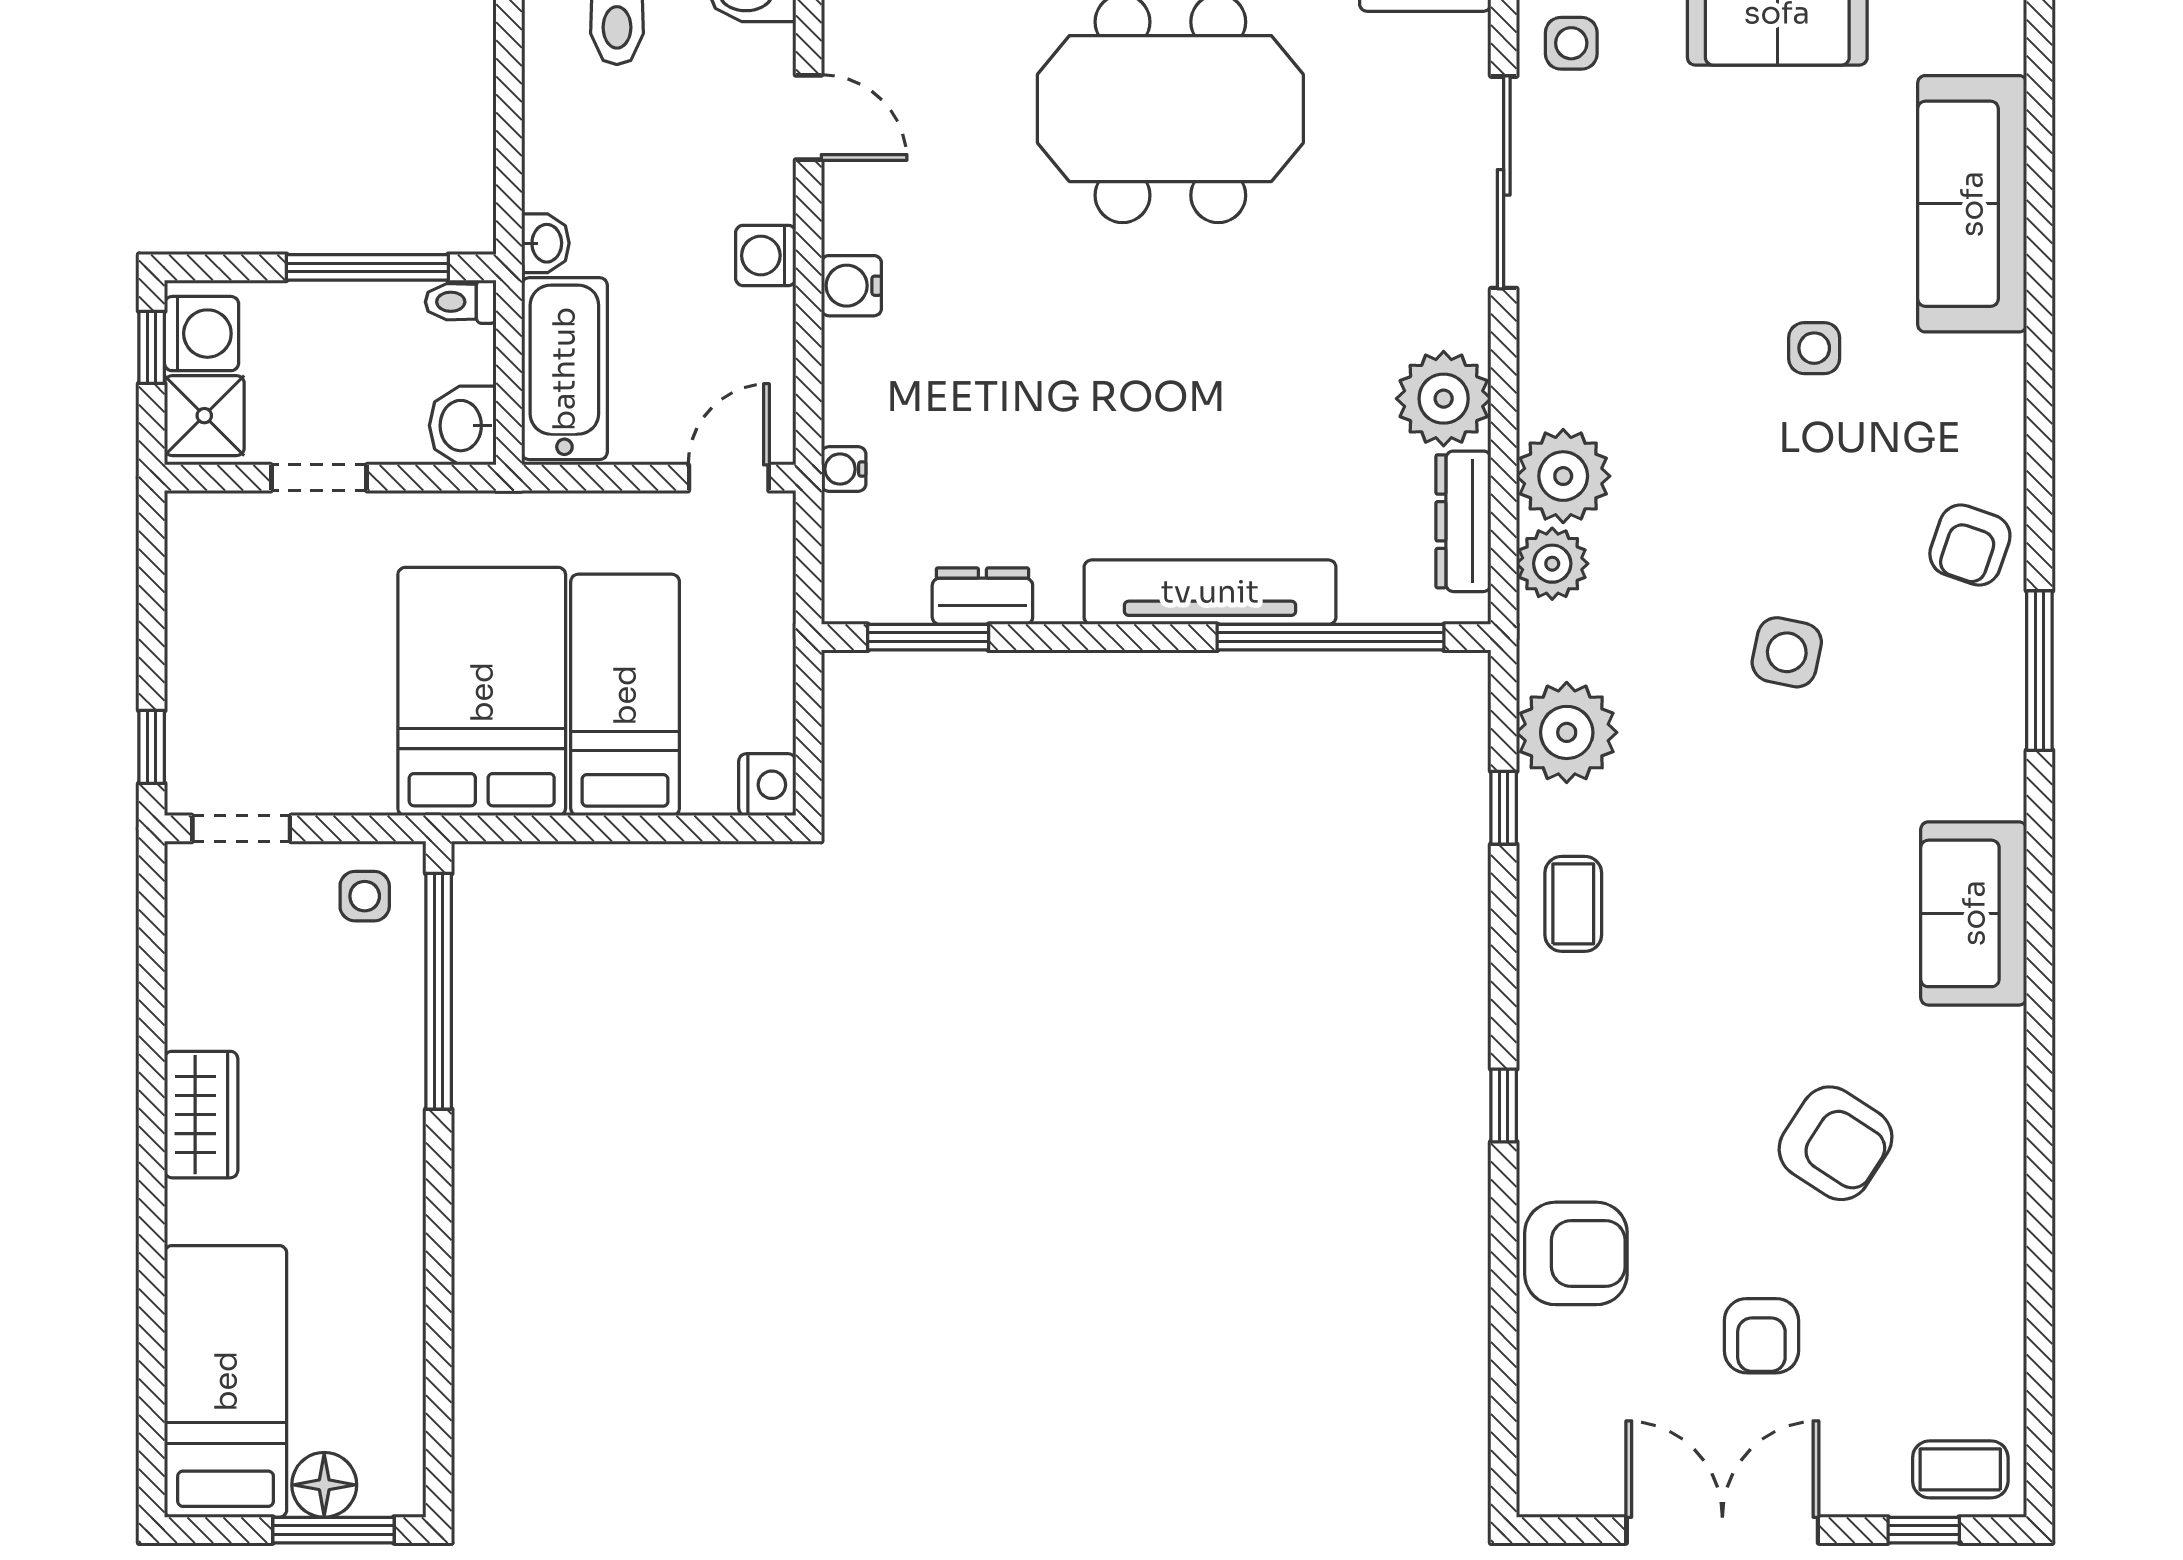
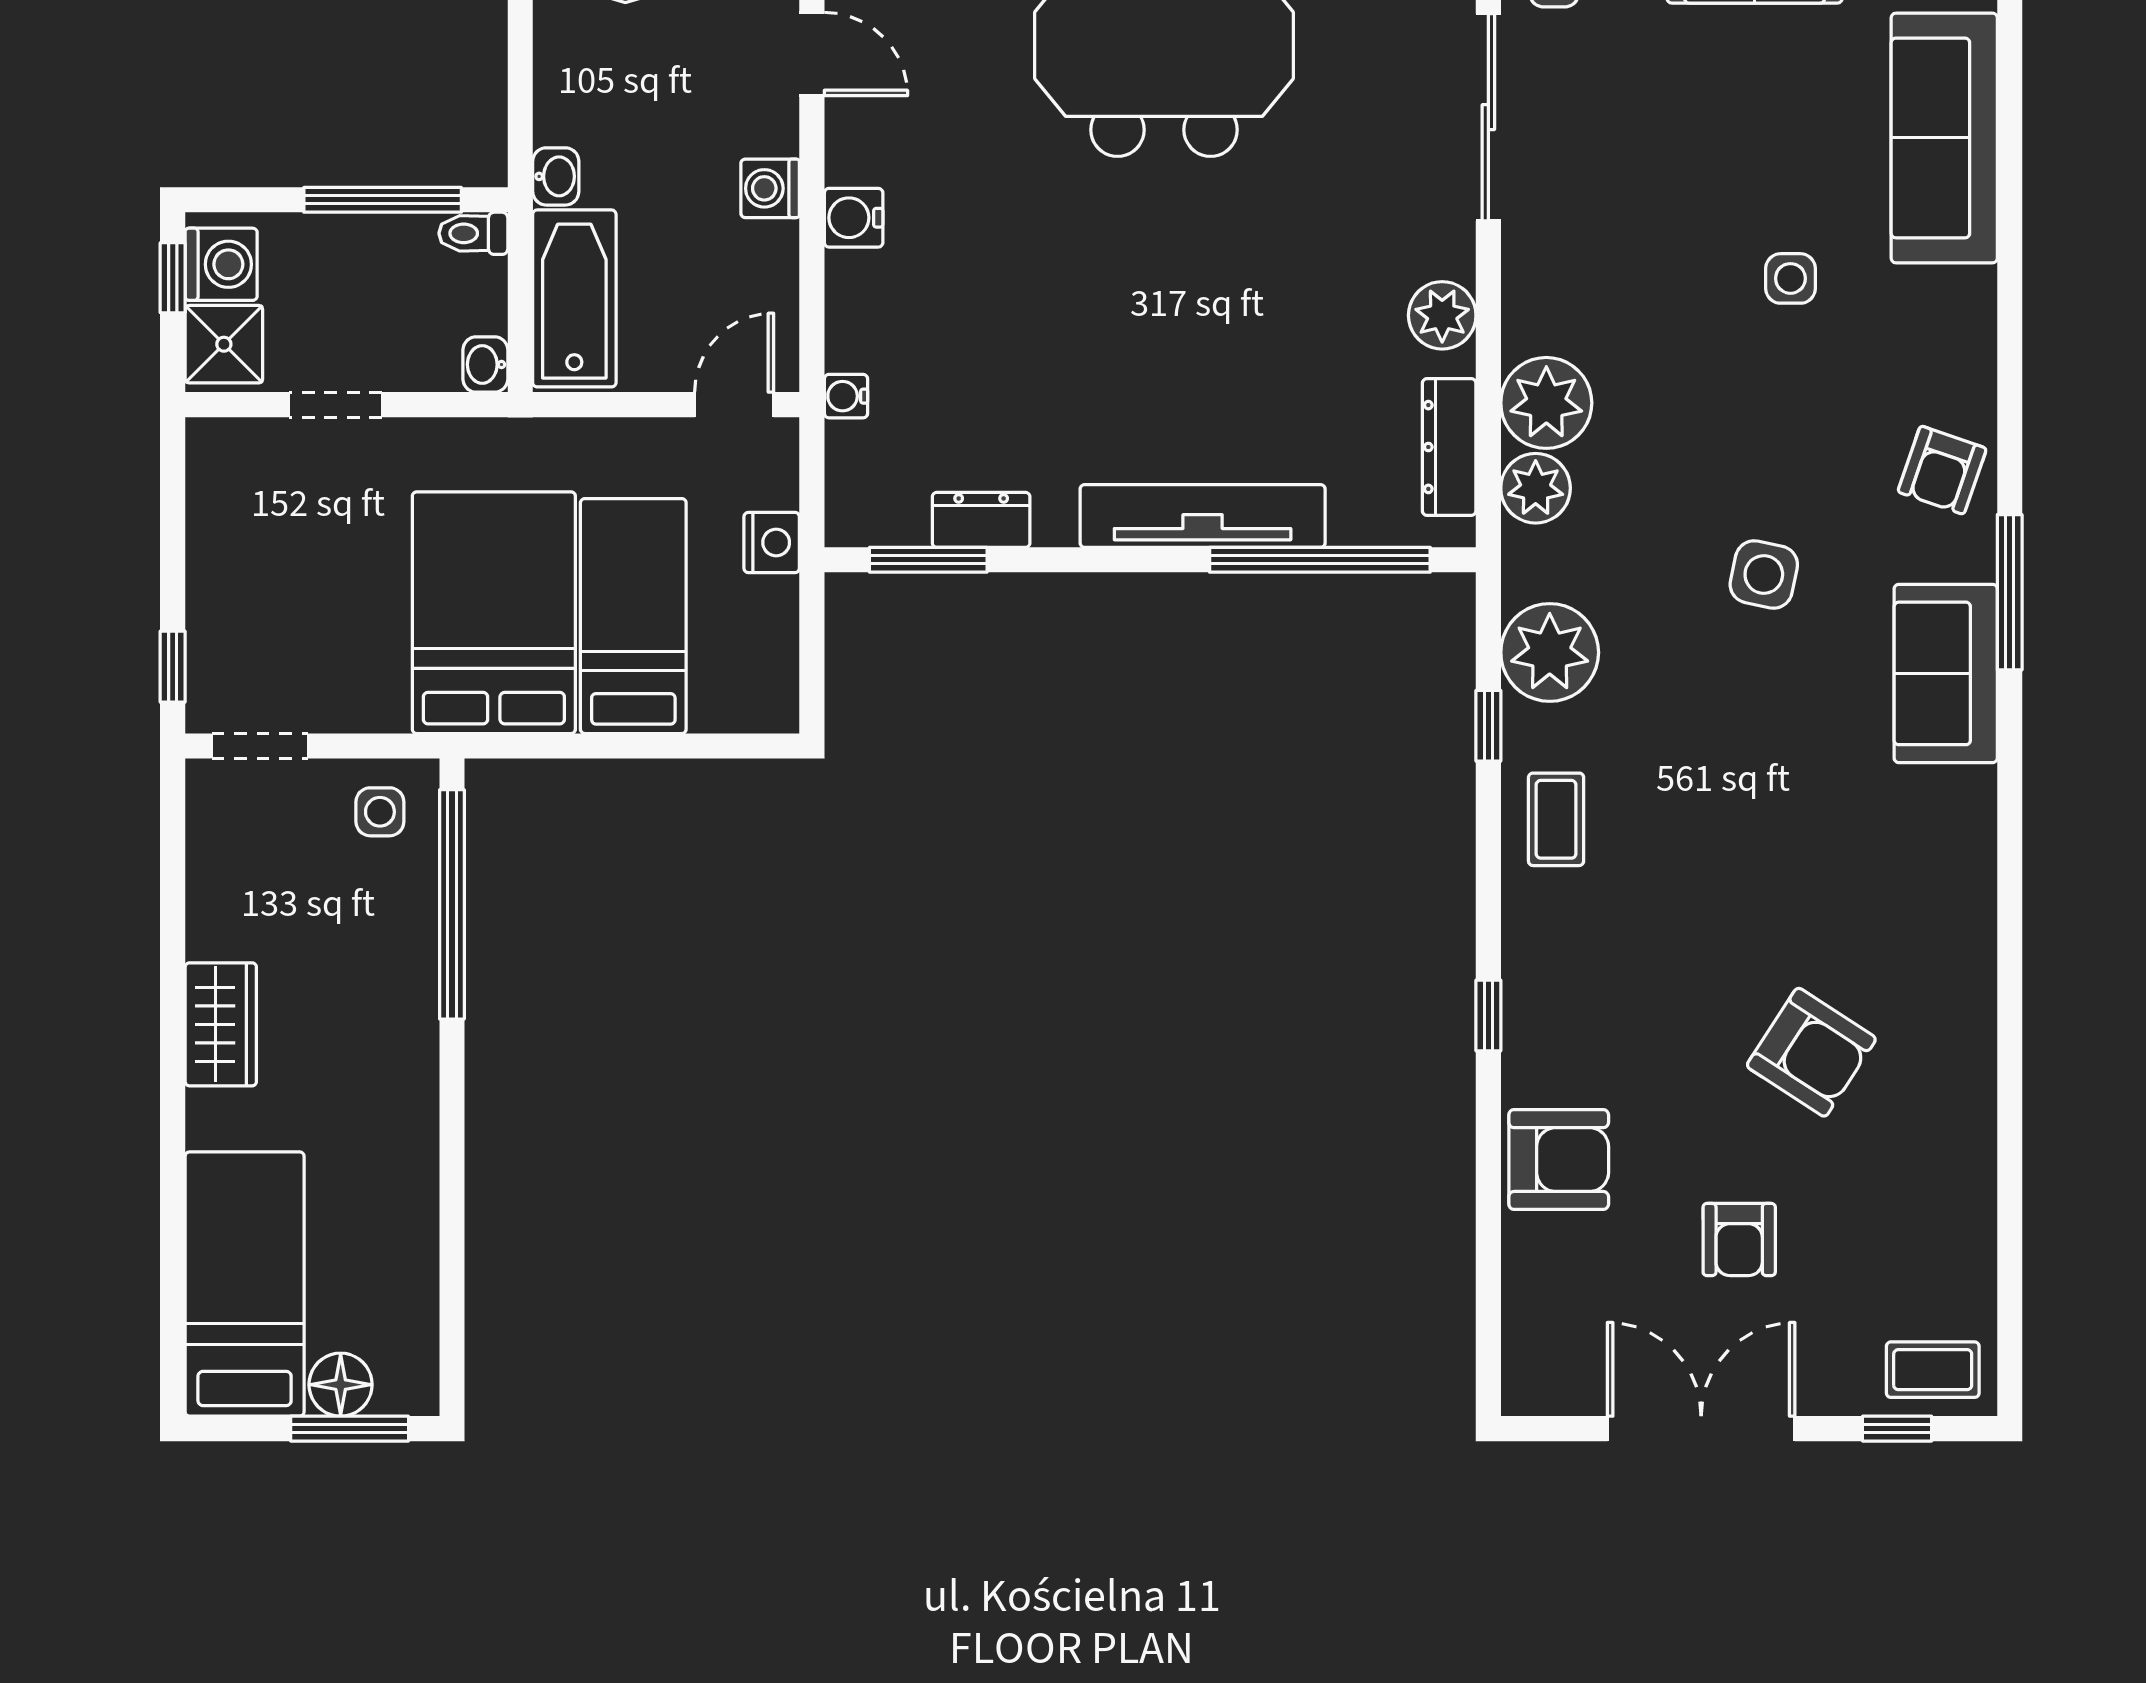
plant: (1444, 399) -> (1442, 315), width x0.73, depth x0.73
washbasin: (463, 426) -> (485, 364), width x0.72, depth x0.69
nightstand: (767, 785) -> (772, 542), moved
sofa: (1974, 913) -> (1946, 673), moved

